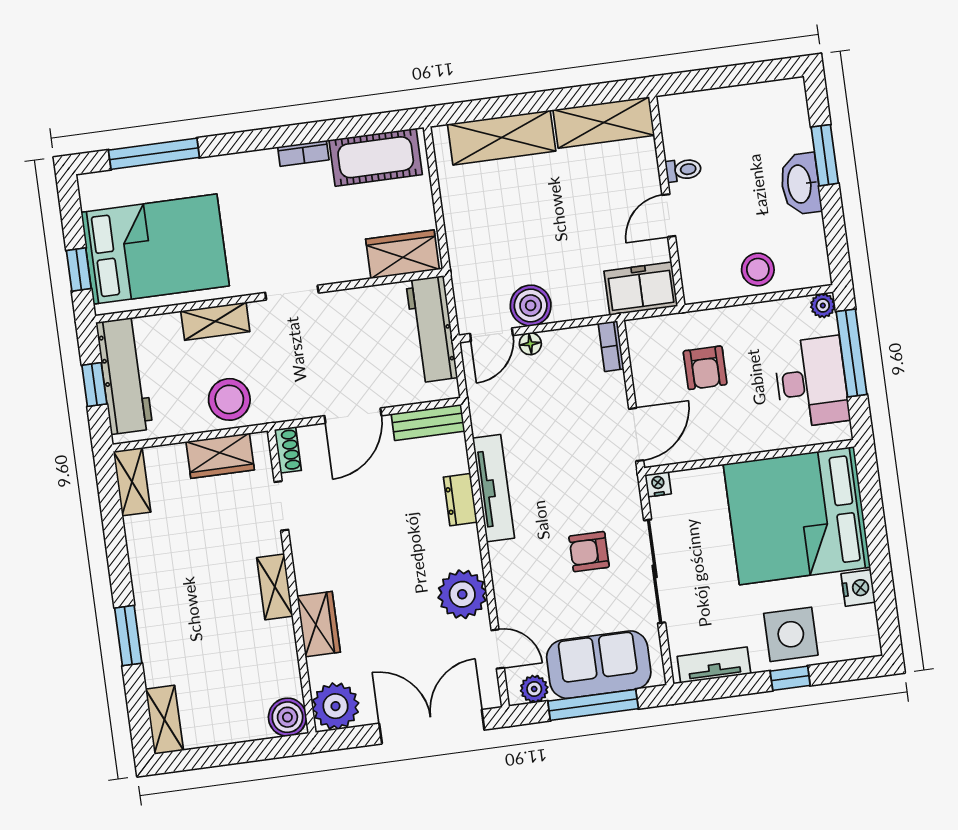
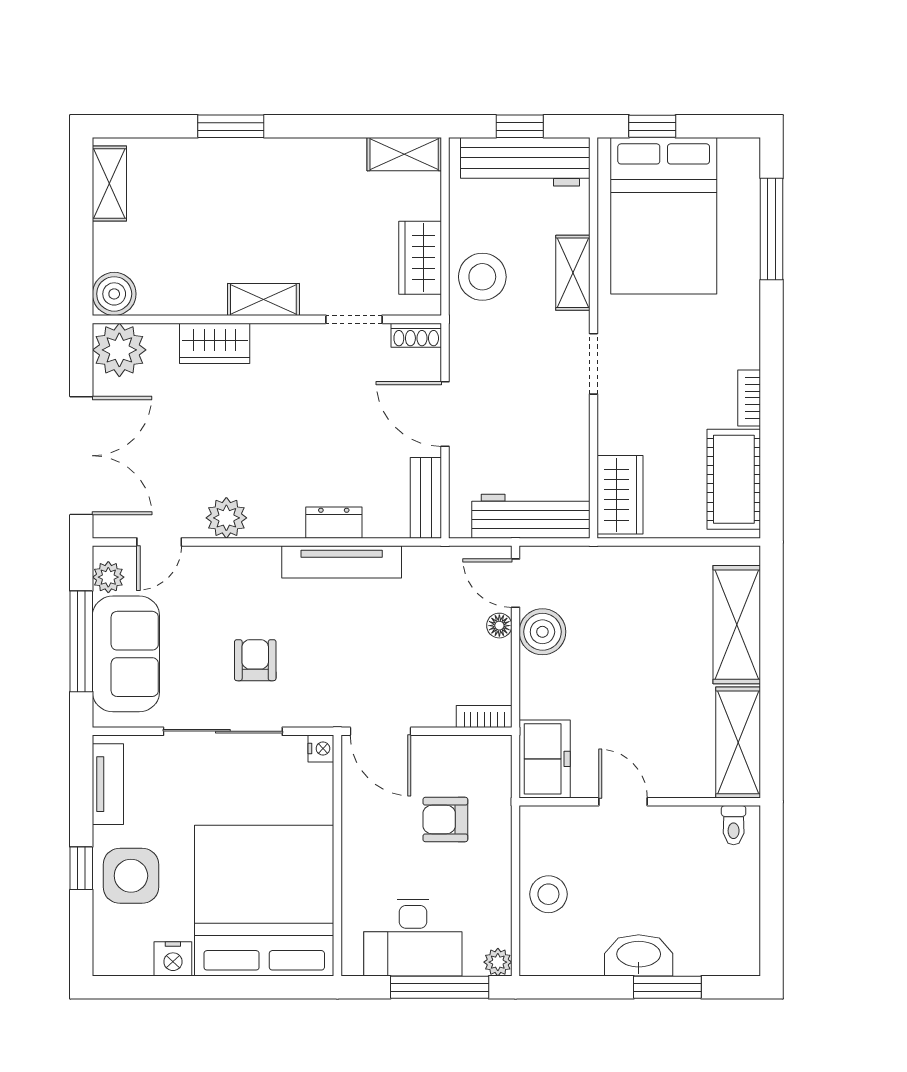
toilet: (683, 170) -> (734, 825), moved
plant: (462, 594) -> (226, 518), width x0.73, depth x0.73
shelving: (164, 720) -> (109, 184), moved, turned 90

